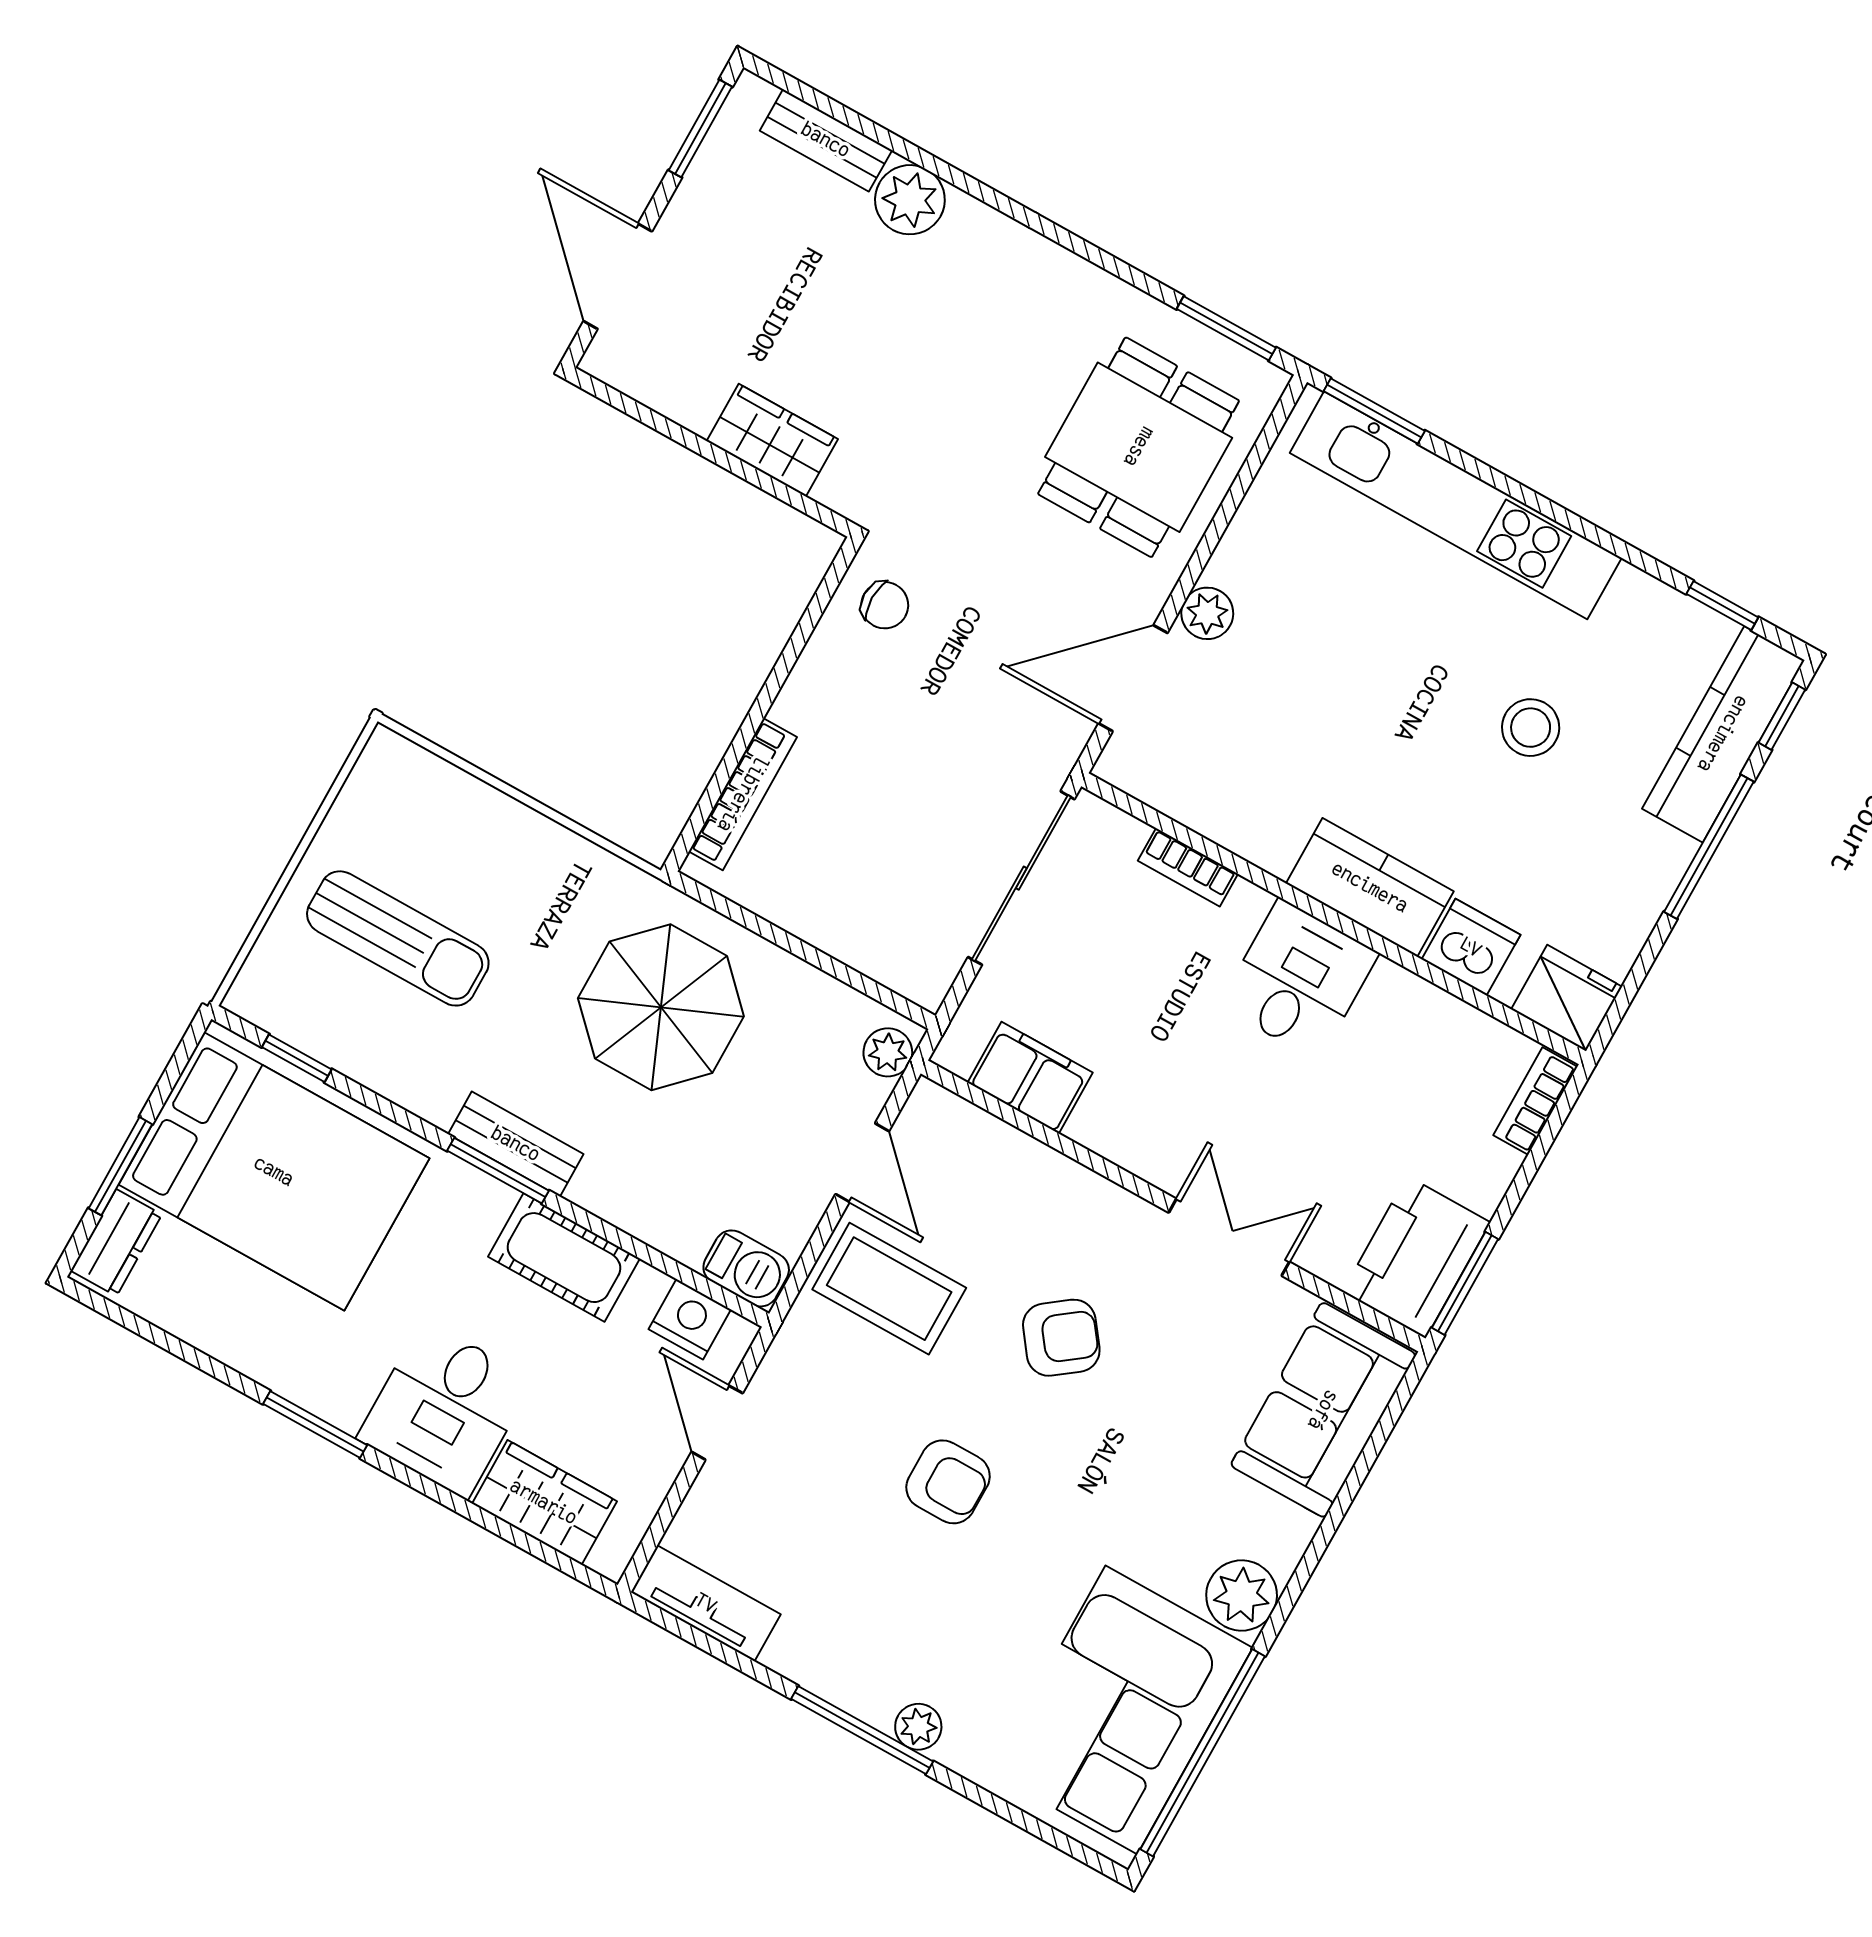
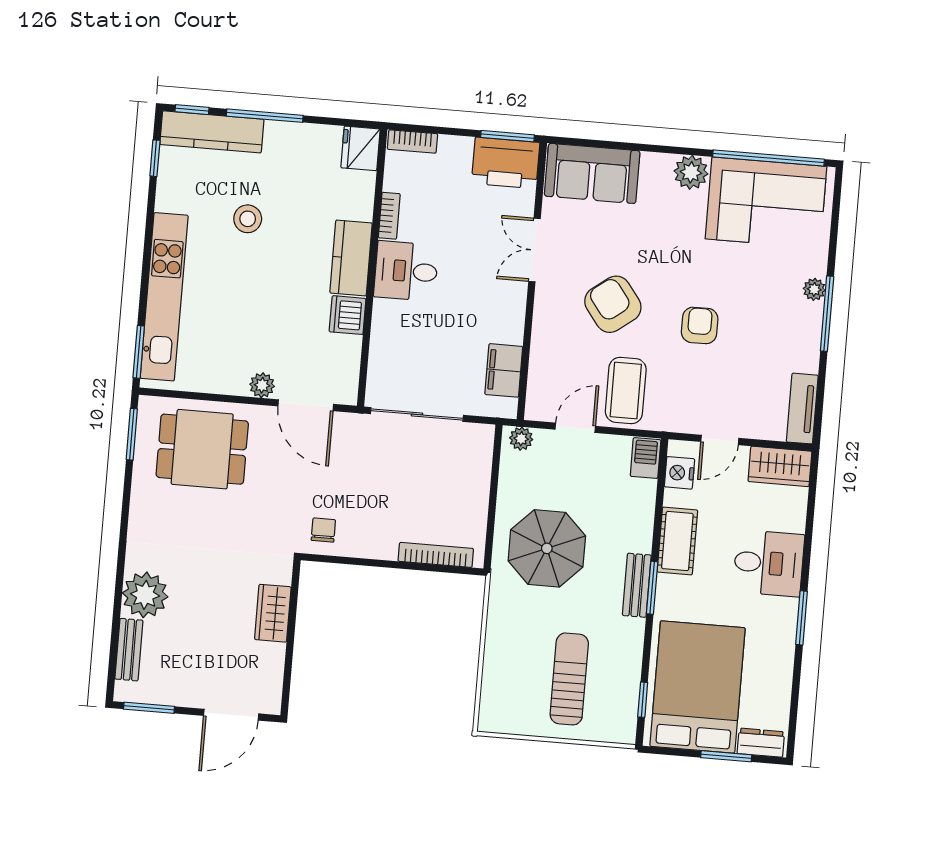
plant: (910, 200) -> (145, 595), width x1.36, depth x1.36
bookcase: (1188, 867) -> (389, 216), moved
dishwasher: (1471, 947) -> (348, 315), moved
armchair: (1061, 1338) -> (613, 304), width x1.38, depth x1.38
wardrobe: (544, 1502) -> (780, 466), moved, turned -90

